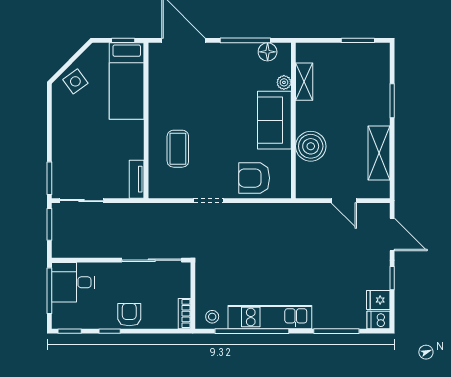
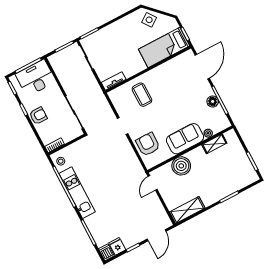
floor lamp: (268, 52) -> (213, 101), moved
coffee table: (178, 149) -> (142, 95), turned 90
shelving: (379, 153) -> (187, 210), moved
door: (344, 201) -> (153, 183), moved
desk: (73, 282) -> (36, 78), width x1.37

